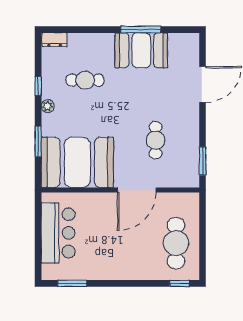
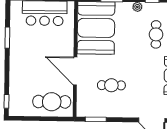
cafe table: (176, 243) -> (52, 102), moved
window: (72, 283) -> (7, 38), moved

